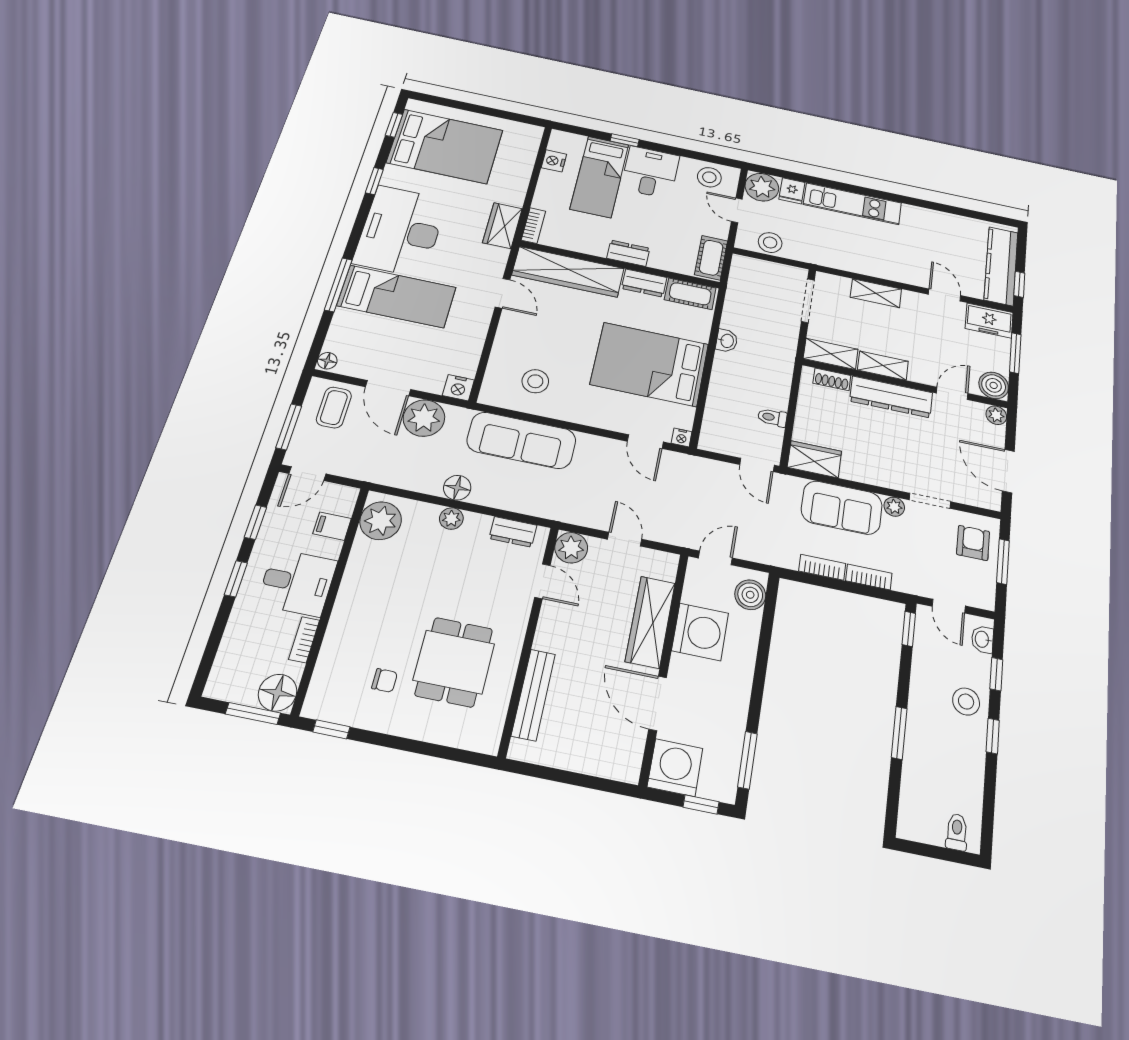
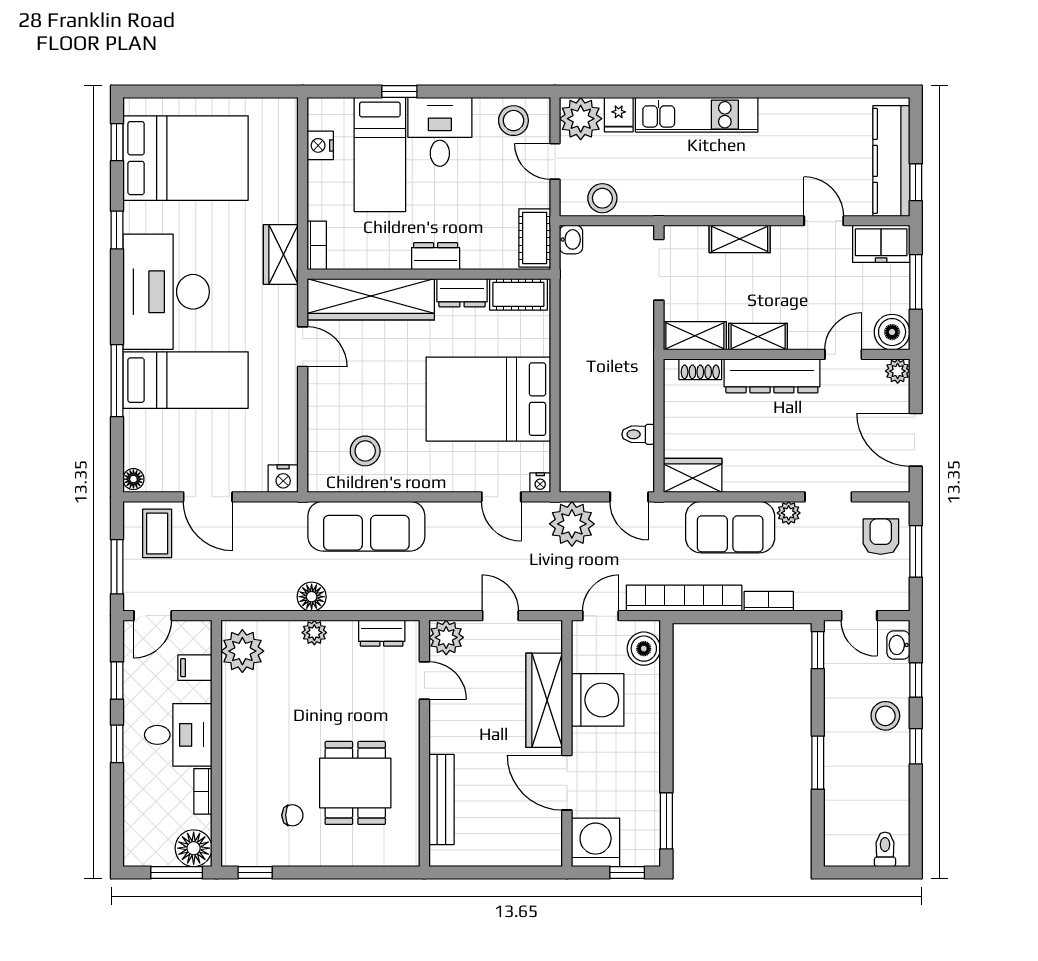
washbasin: (727, 341) -> (571, 239), moved
plant: (424, 418) -> (572, 524), moved
bookcase: (822, 567) -> (684, 598), width x2.31, depth x1.31

